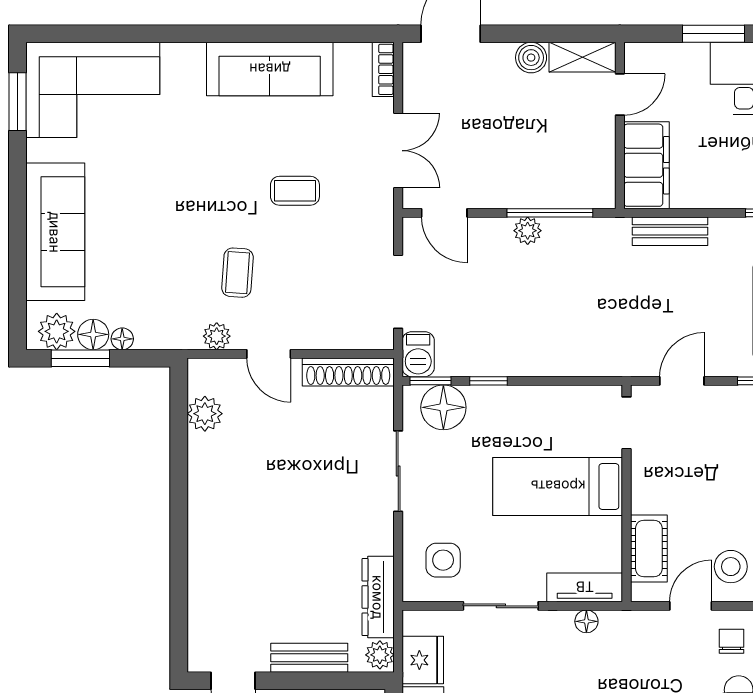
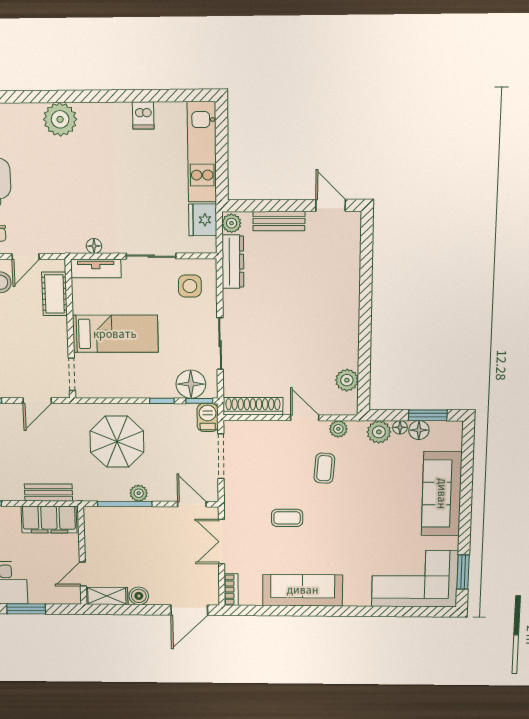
filing cabinet: (646, 165) -> (49, 520), moved, turned -90
parasol: (560, 315) -> (117, 442), added
plant: (57, 331) -> (379, 432), moved

